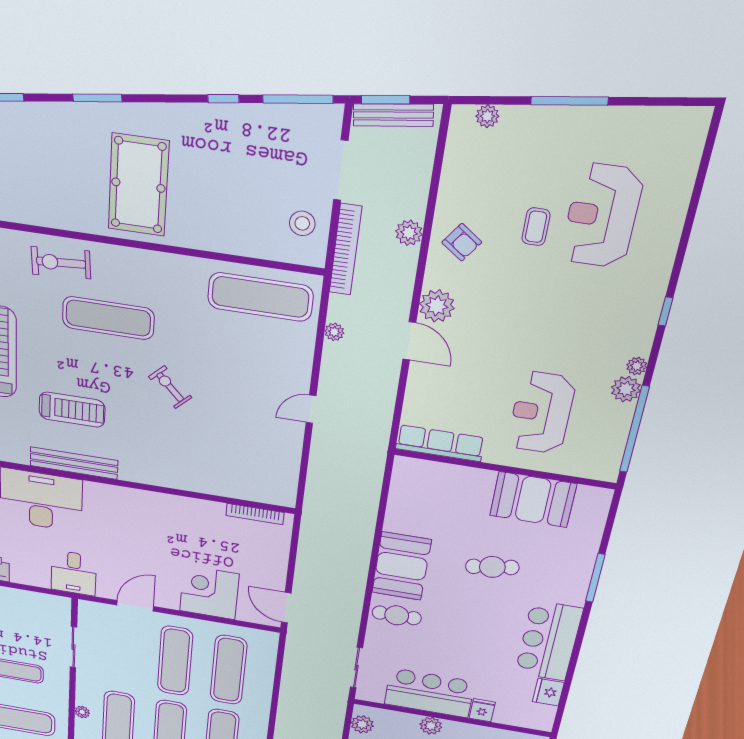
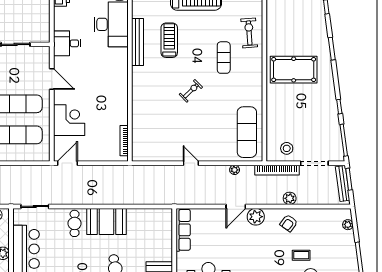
exercise mat: (108, 318) -> (224, 58), width x0.73, depth x0.69
treadmill: (72, 410) -> (169, 40), turned 180

